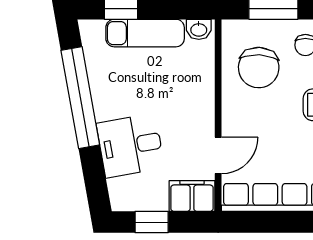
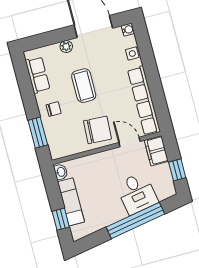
chair: (259, 68) -> (97, 130), moved
window: (80, 98) -> (135, 220), moved

